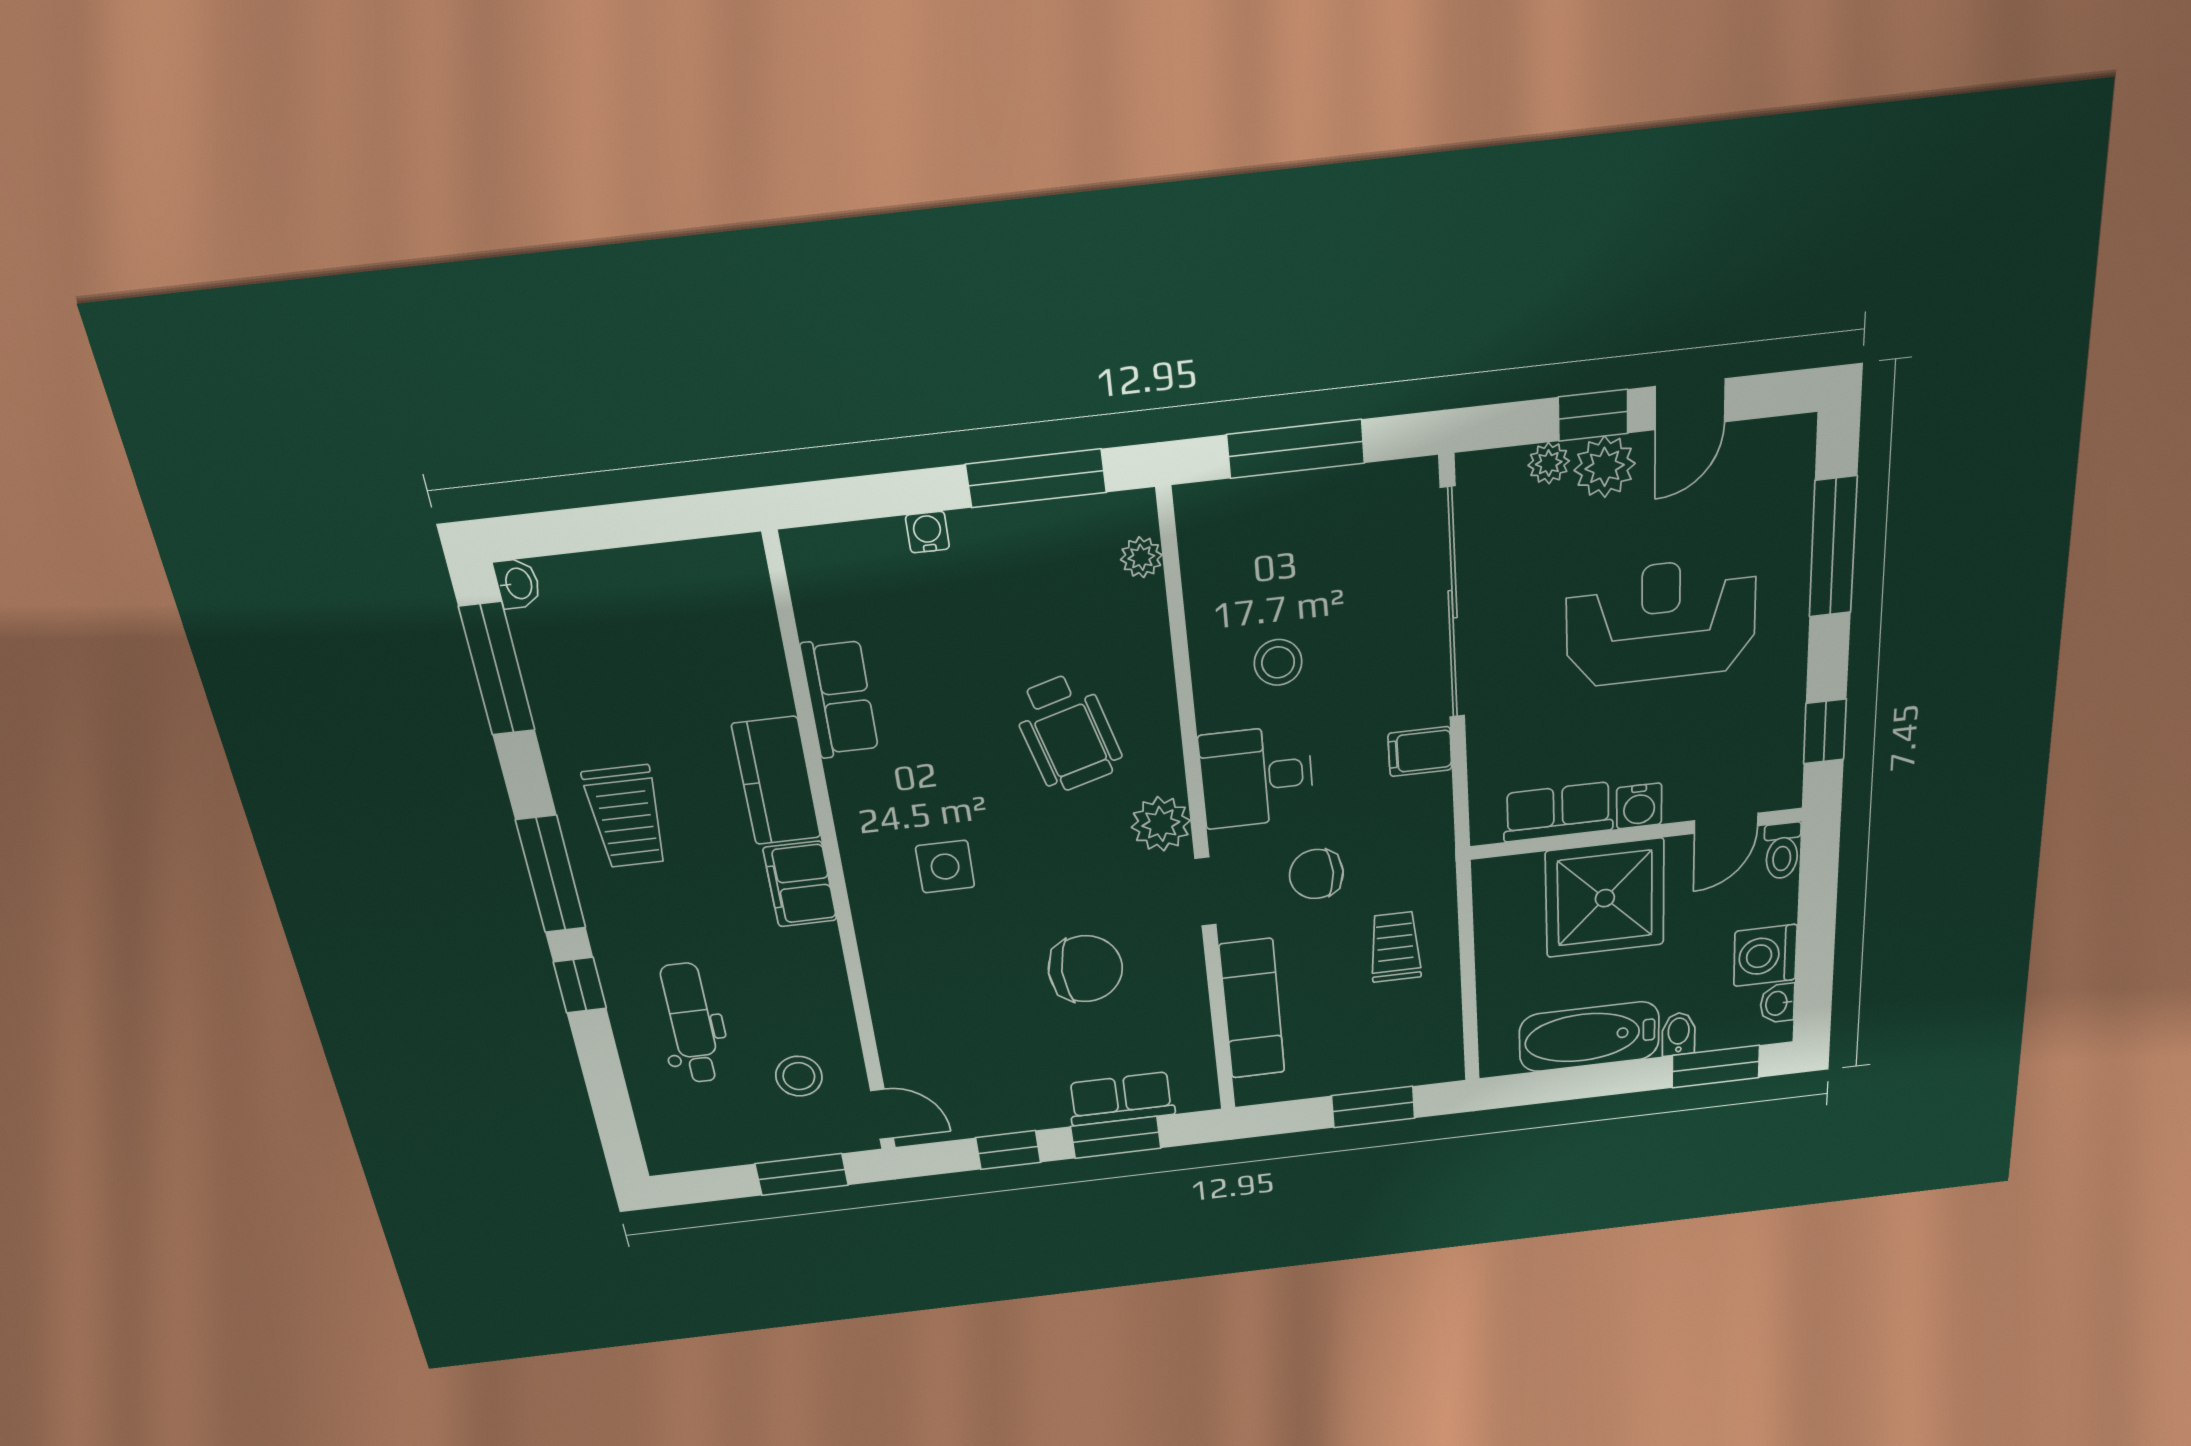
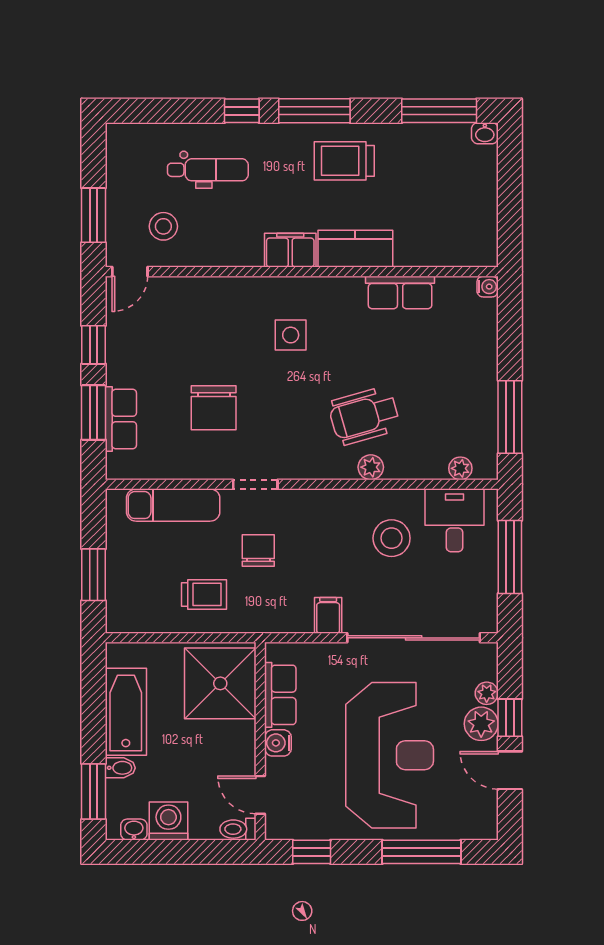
water cooler: (927, 532) -> (488, 287), moved
reception desk: (1661, 622) -> (390, 755), width x1.36, depth x1.30
stool: (1278, 662) -> (392, 538), width x1.38, depth x1.38
desk: (1256, 777) -> (455, 520), moved
plant: (1161, 824) -> (371, 467), moved, width x0.73, depth x0.73
shower: (1605, 898) -> (220, 683), moved

